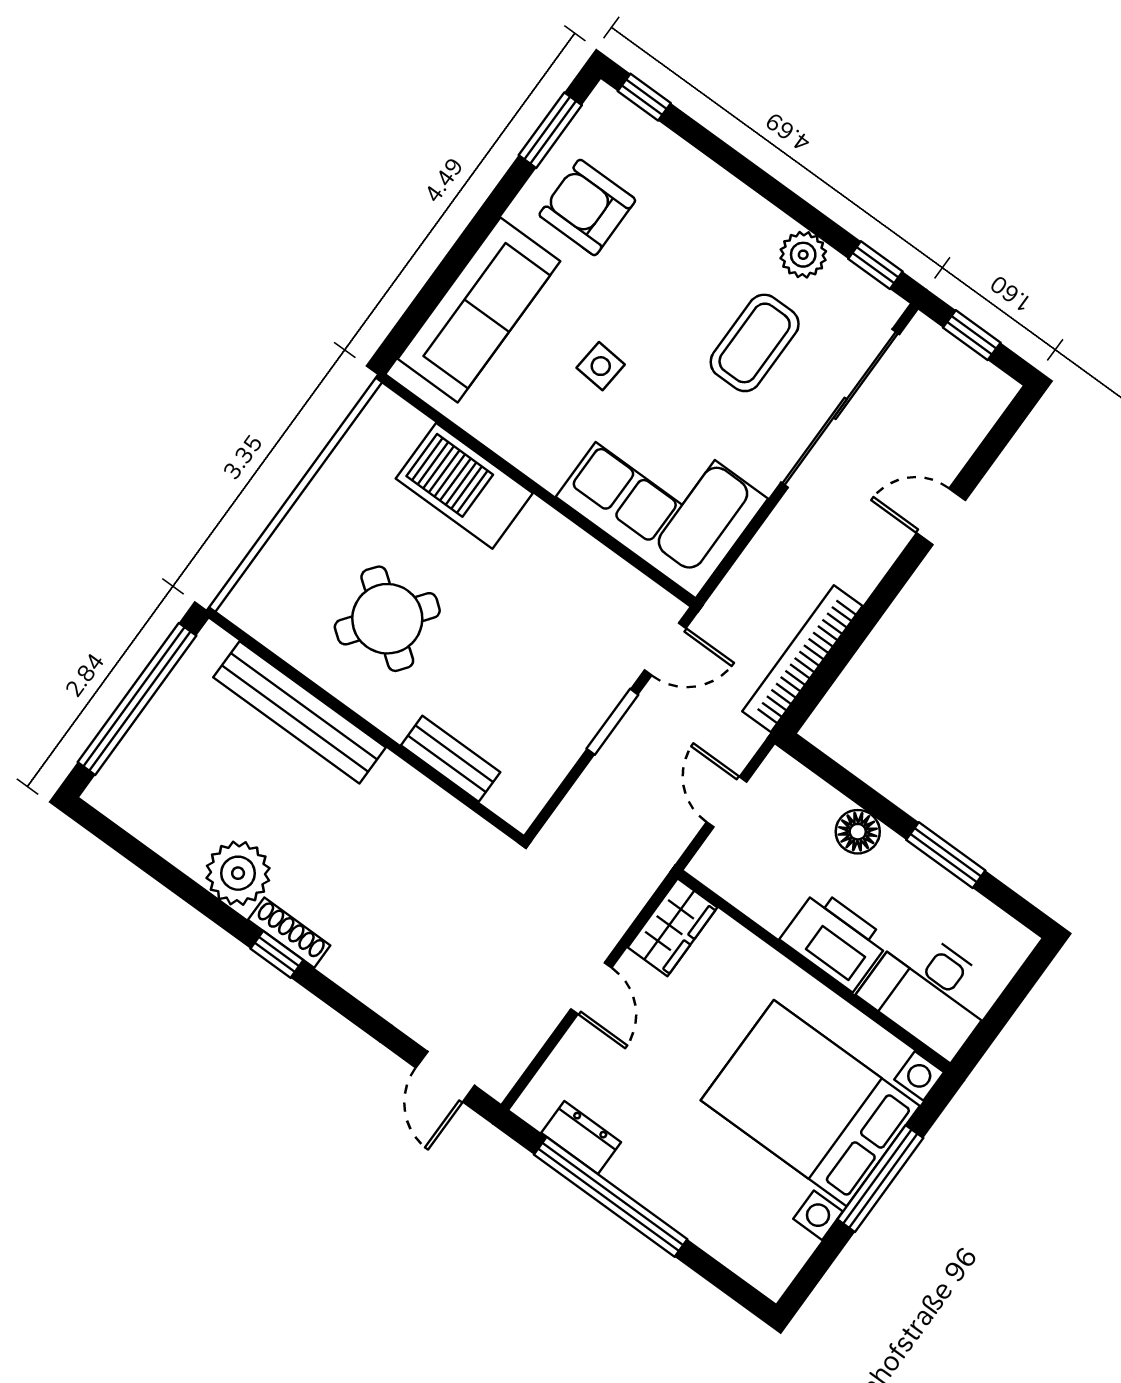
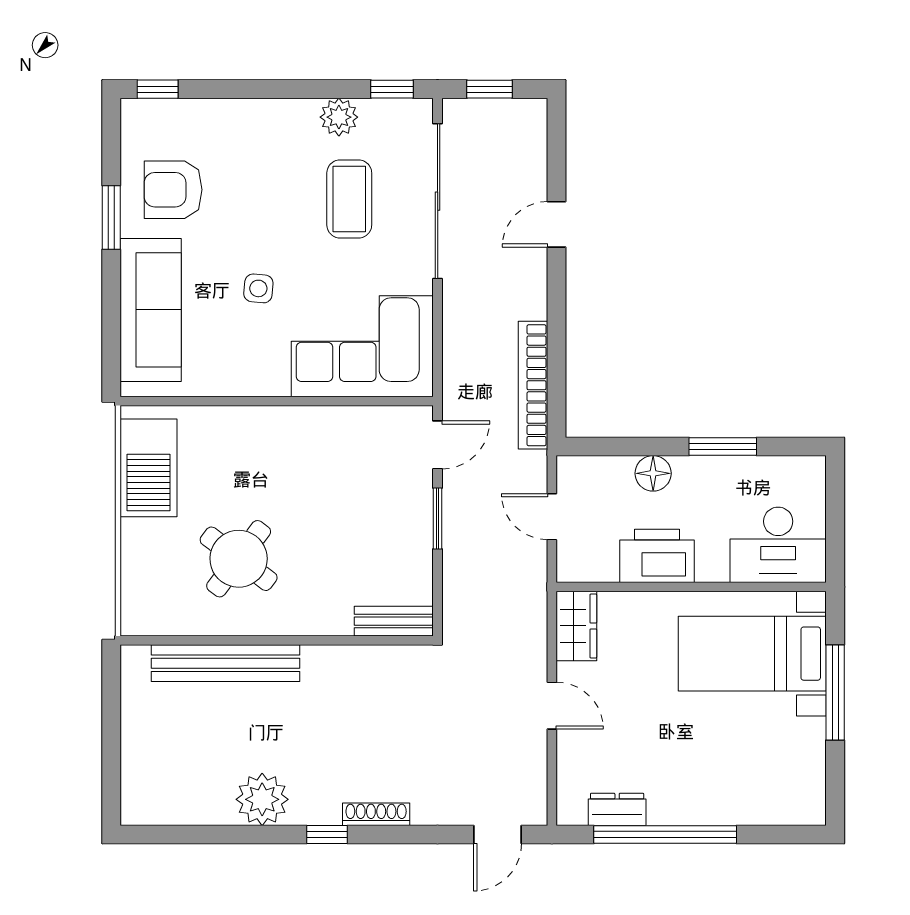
window: (550, 130) -> (111, 217), moved
barbecue: (464, 486) -> (148, 468), moved, turned -90
window: (137, 699) -> (111, 732), removed
bench: (451, 759) -> (394, 621), moved
shoe rack: (289, 933) -> (376, 814), moved
printer: (835, 940) -> (657, 556), moved
door: (445, 1077) -> (498, 834), hinge flipped
bed with nightstands: (810, 1103) -> (752, 654), width x0.73

